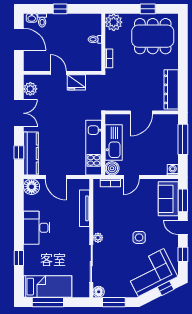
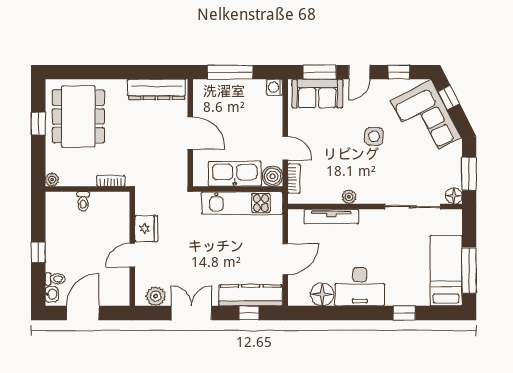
plant: (114, 22) -> (52, 180), width x0.53, depth x0.53
floor lamp: (32, 187) -> (322, 294), moved
plant: (98, 238) -> (349, 197), moved

